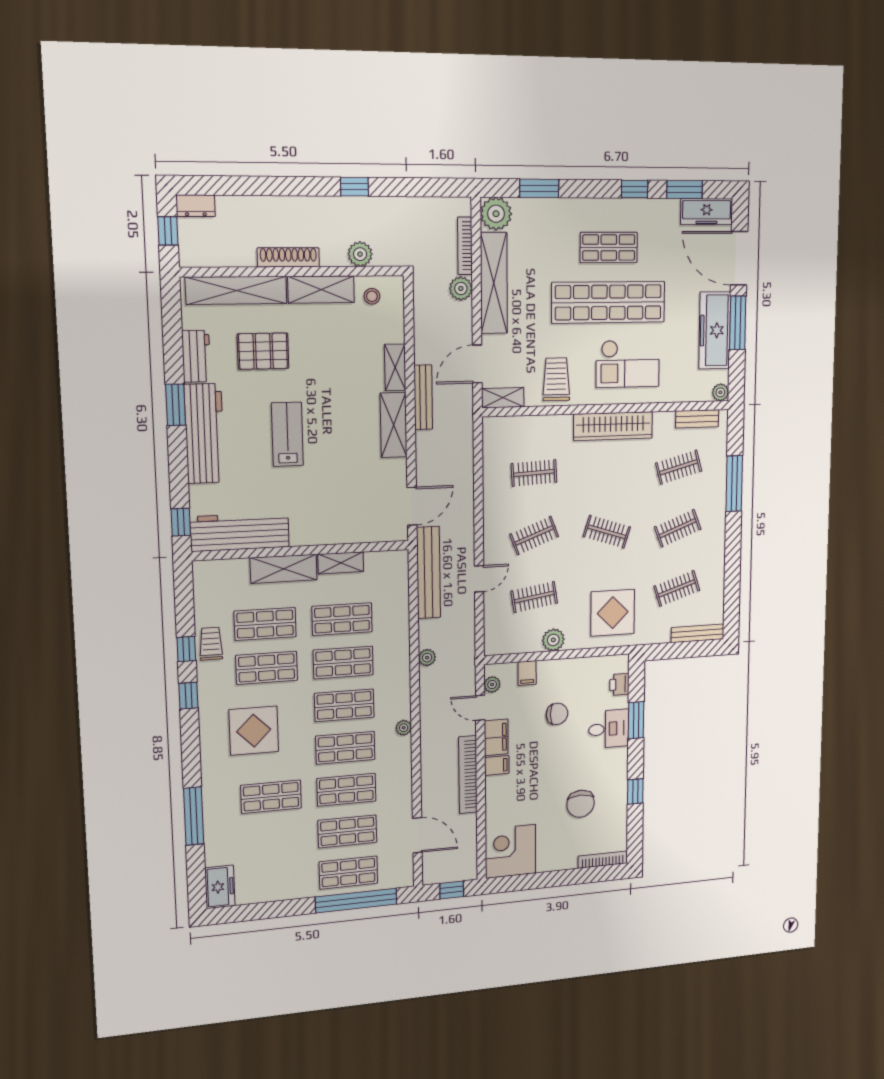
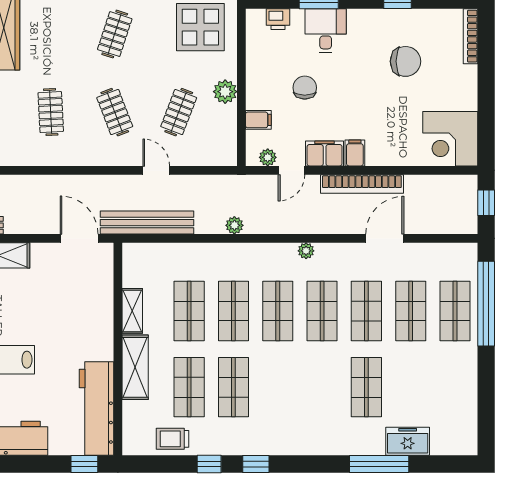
clothes rail: (534, 597) -> (179, 112), turned 30
trolley: (211, 644) -> (173, 439), moved
display table: (254, 731) -> (296, 402), removed
door: (417, 835) -> (385, 238), moved
freezer: (220, 887) -> (408, 441), moved

